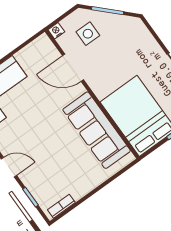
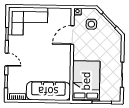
door: (73, 68) -> (72, 35), hinge flipped
sofa: (97, 130) -> (48, 91), moved, turned 90

